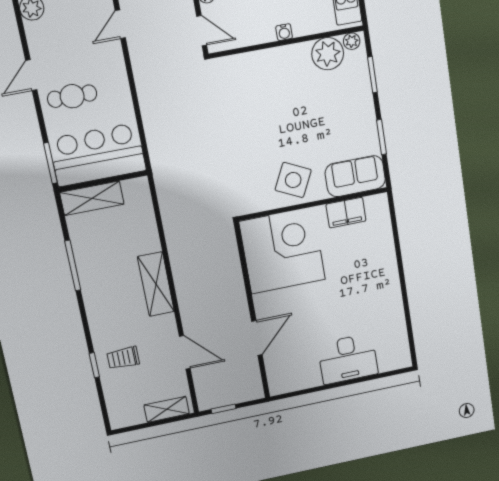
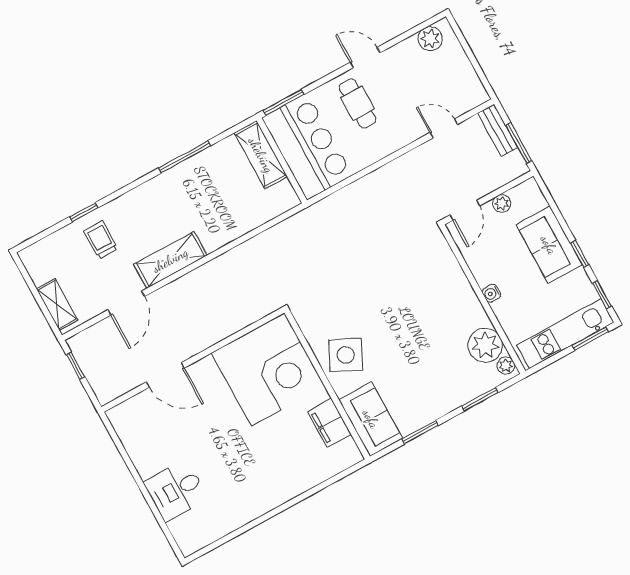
shelving: (156, 284) -> (170, 260), moved
desk: (348, 359) -> (176, 490), width x0.73

